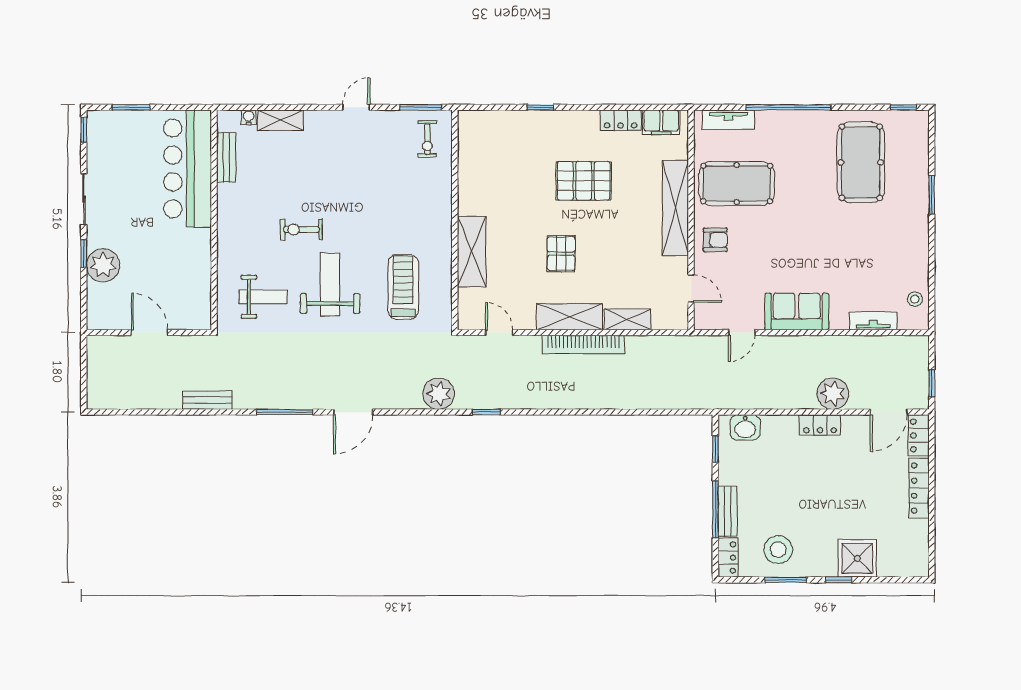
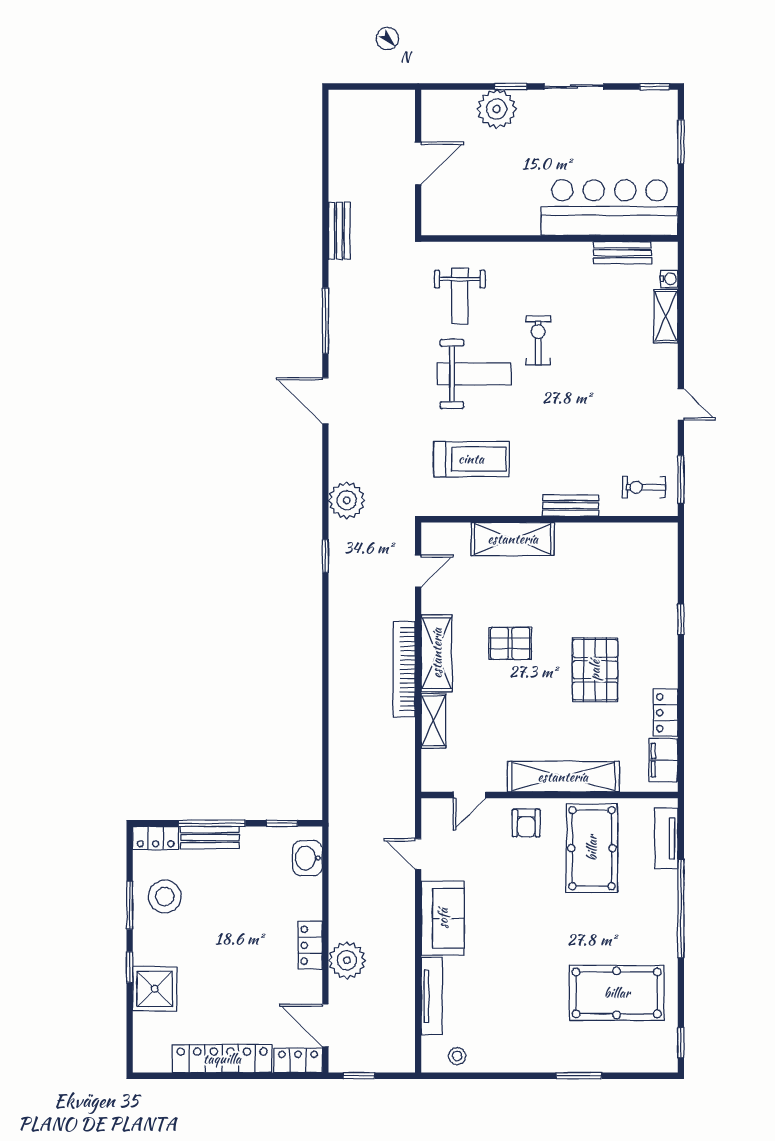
bench: (443, 202) -> (571, 505), added
tv unit: (873, 321) -> (432, 996), width x1.41
locker: (919, 488) -> (222, 1059), width x1.41, depth x1.21

